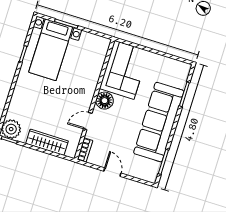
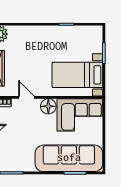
bed with nightstands: (51, 50) -> (77, 75), moved
sofa: (159, 122) -> (69, 158), moved

